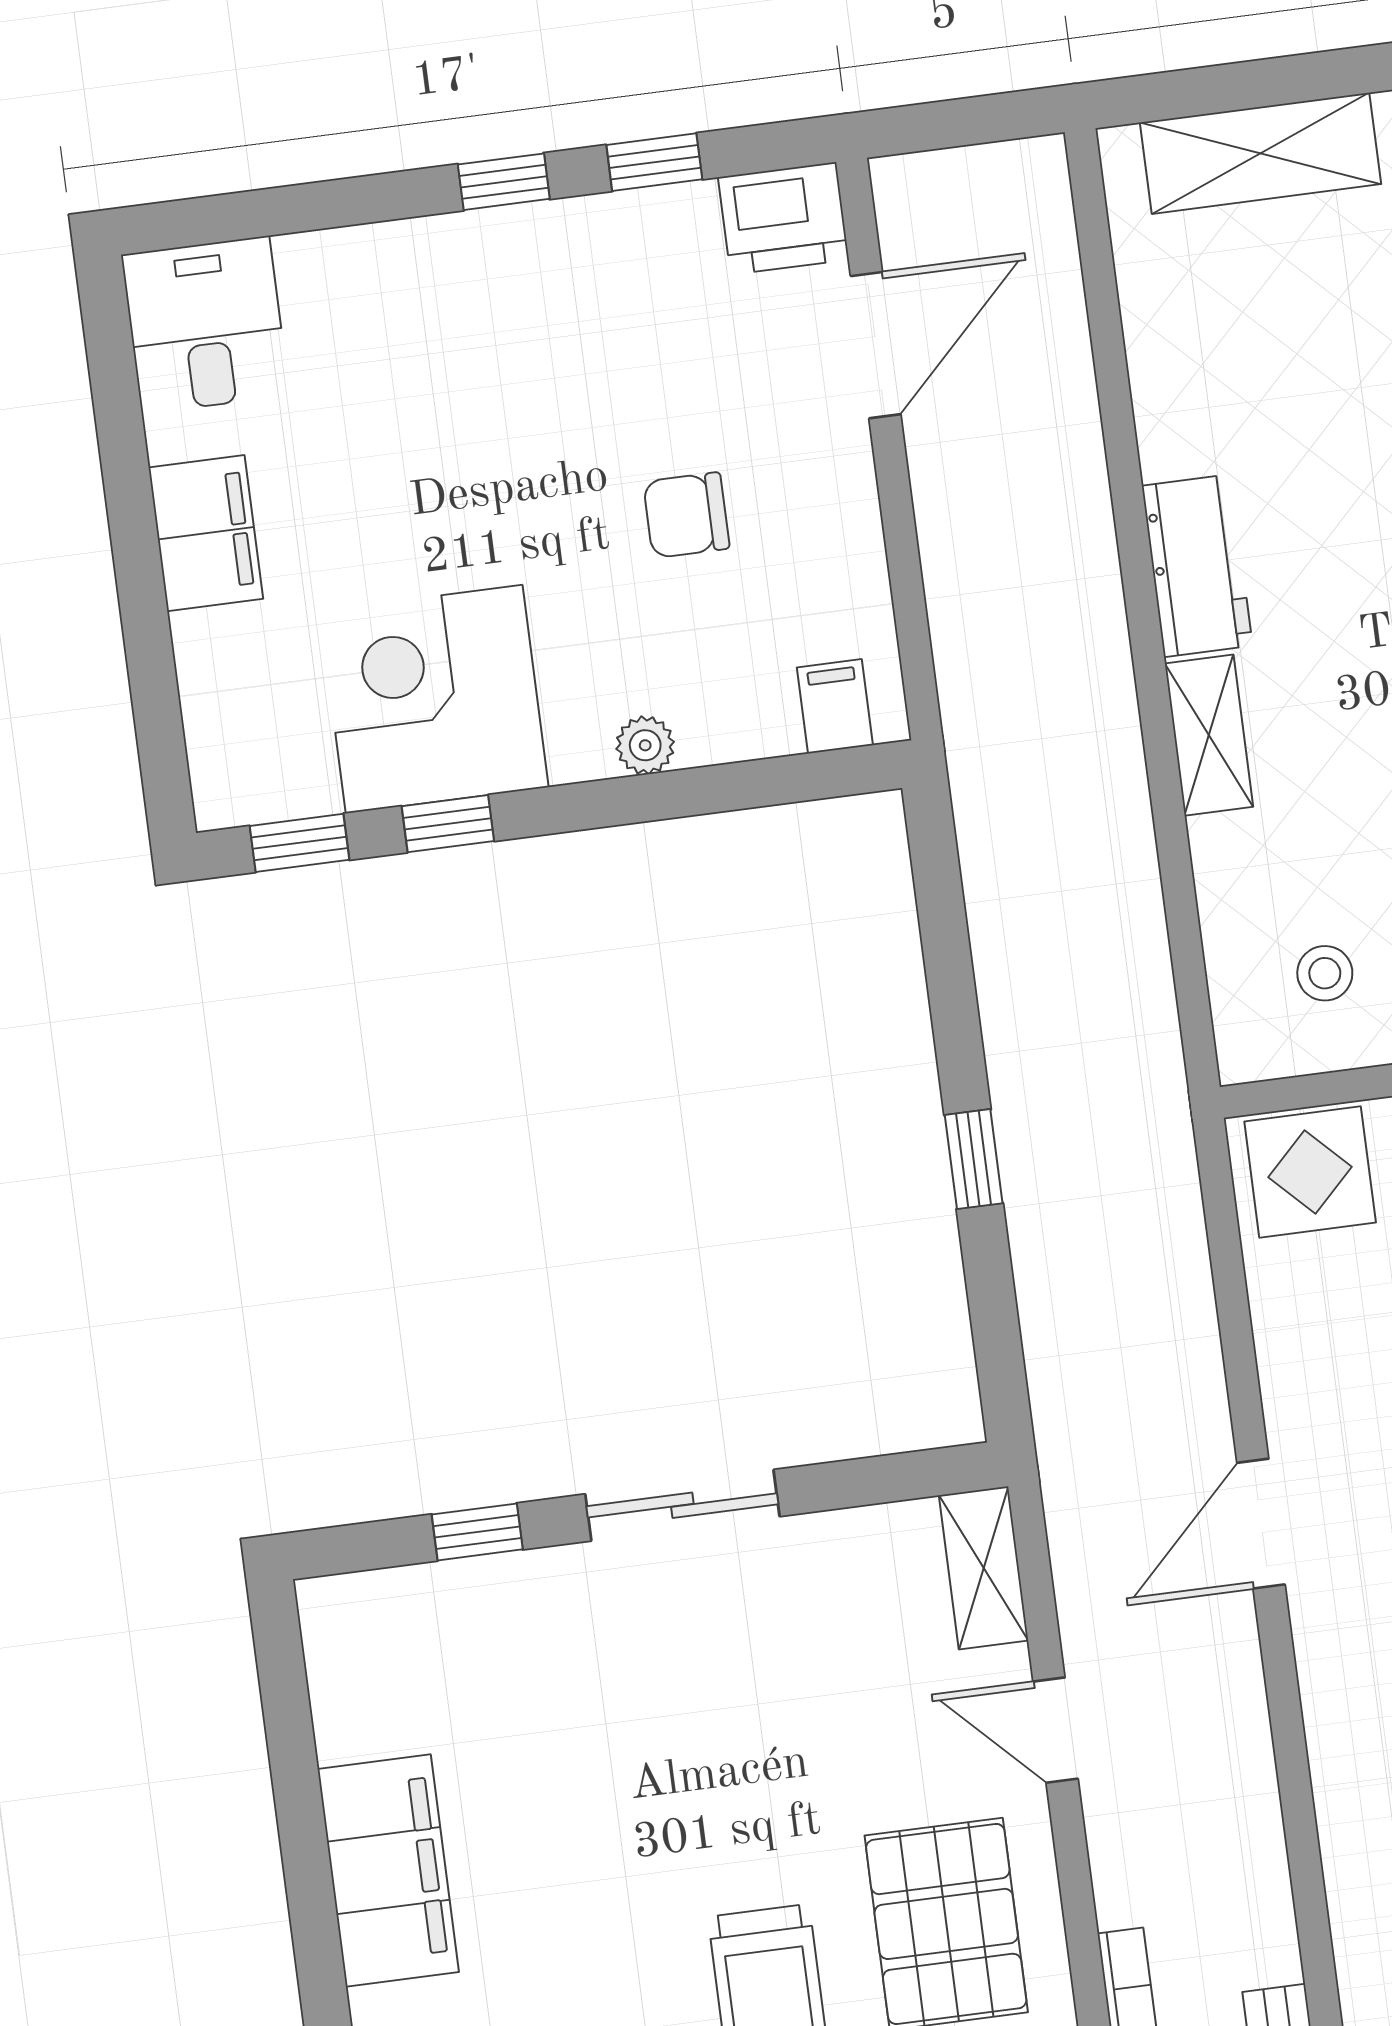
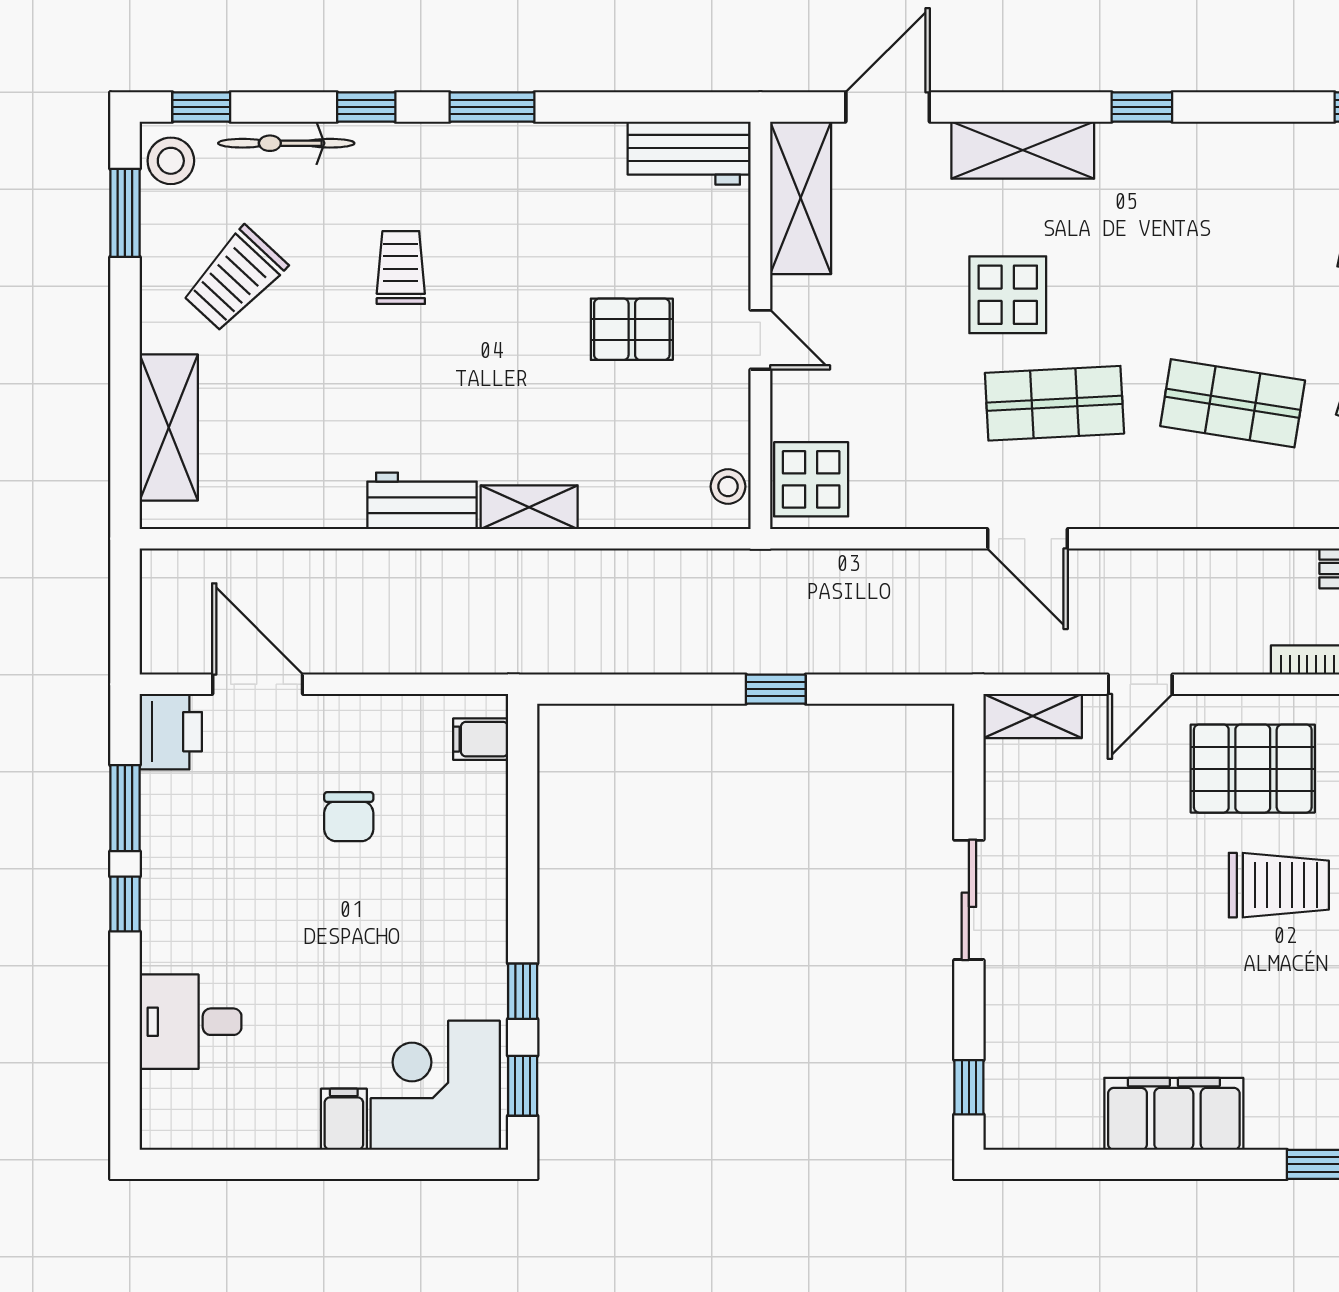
window: (654, 162) -> (125, 808), width x1.50
desk: (205, 325) -> (190, 1022), moved
filing cabinet: (206, 533) -> (344, 1119), width x0.50
corner desk: (434, 699) -> (435, 1085), moved, turned 90
plant: (645, 745) -> (490, 861), removed
stool: (1325, 973) -> (728, 486), moved
window: (477, 1532) -> (969, 1087), moved

